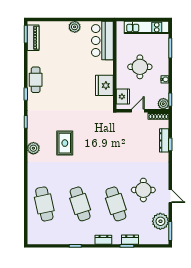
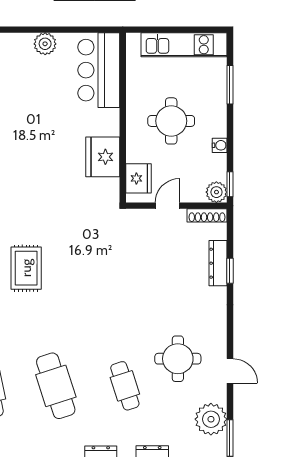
cafe table: (116, 204) -> (125, 386), width x0.73, depth x0.74

